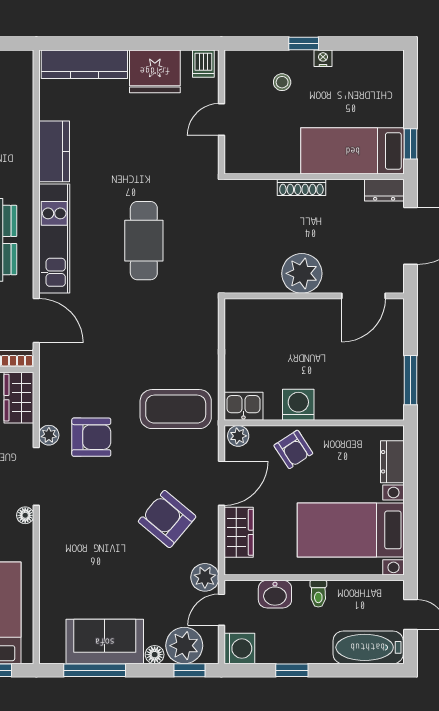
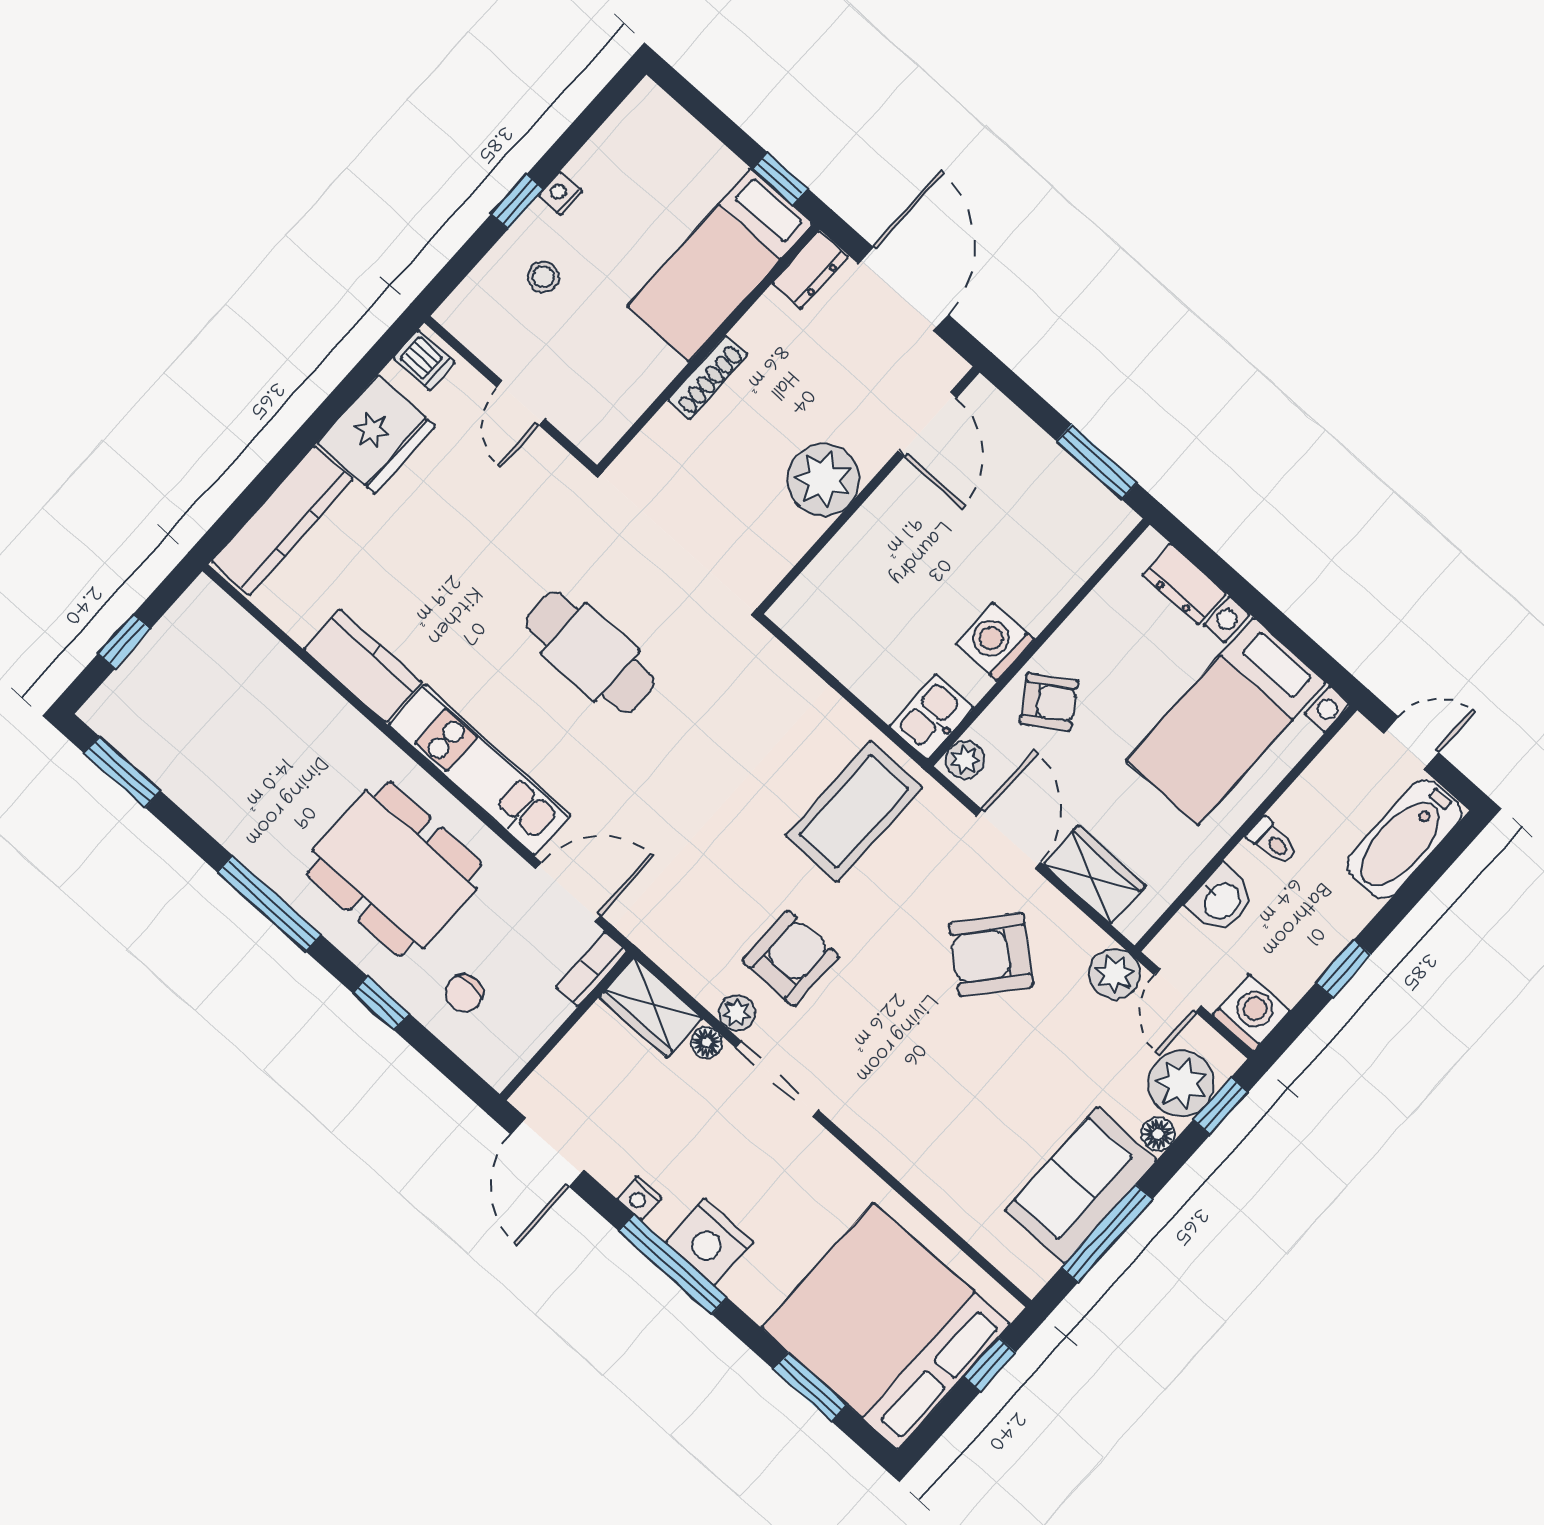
floor lamp: (25, 515) -> (707, 1043), moved

